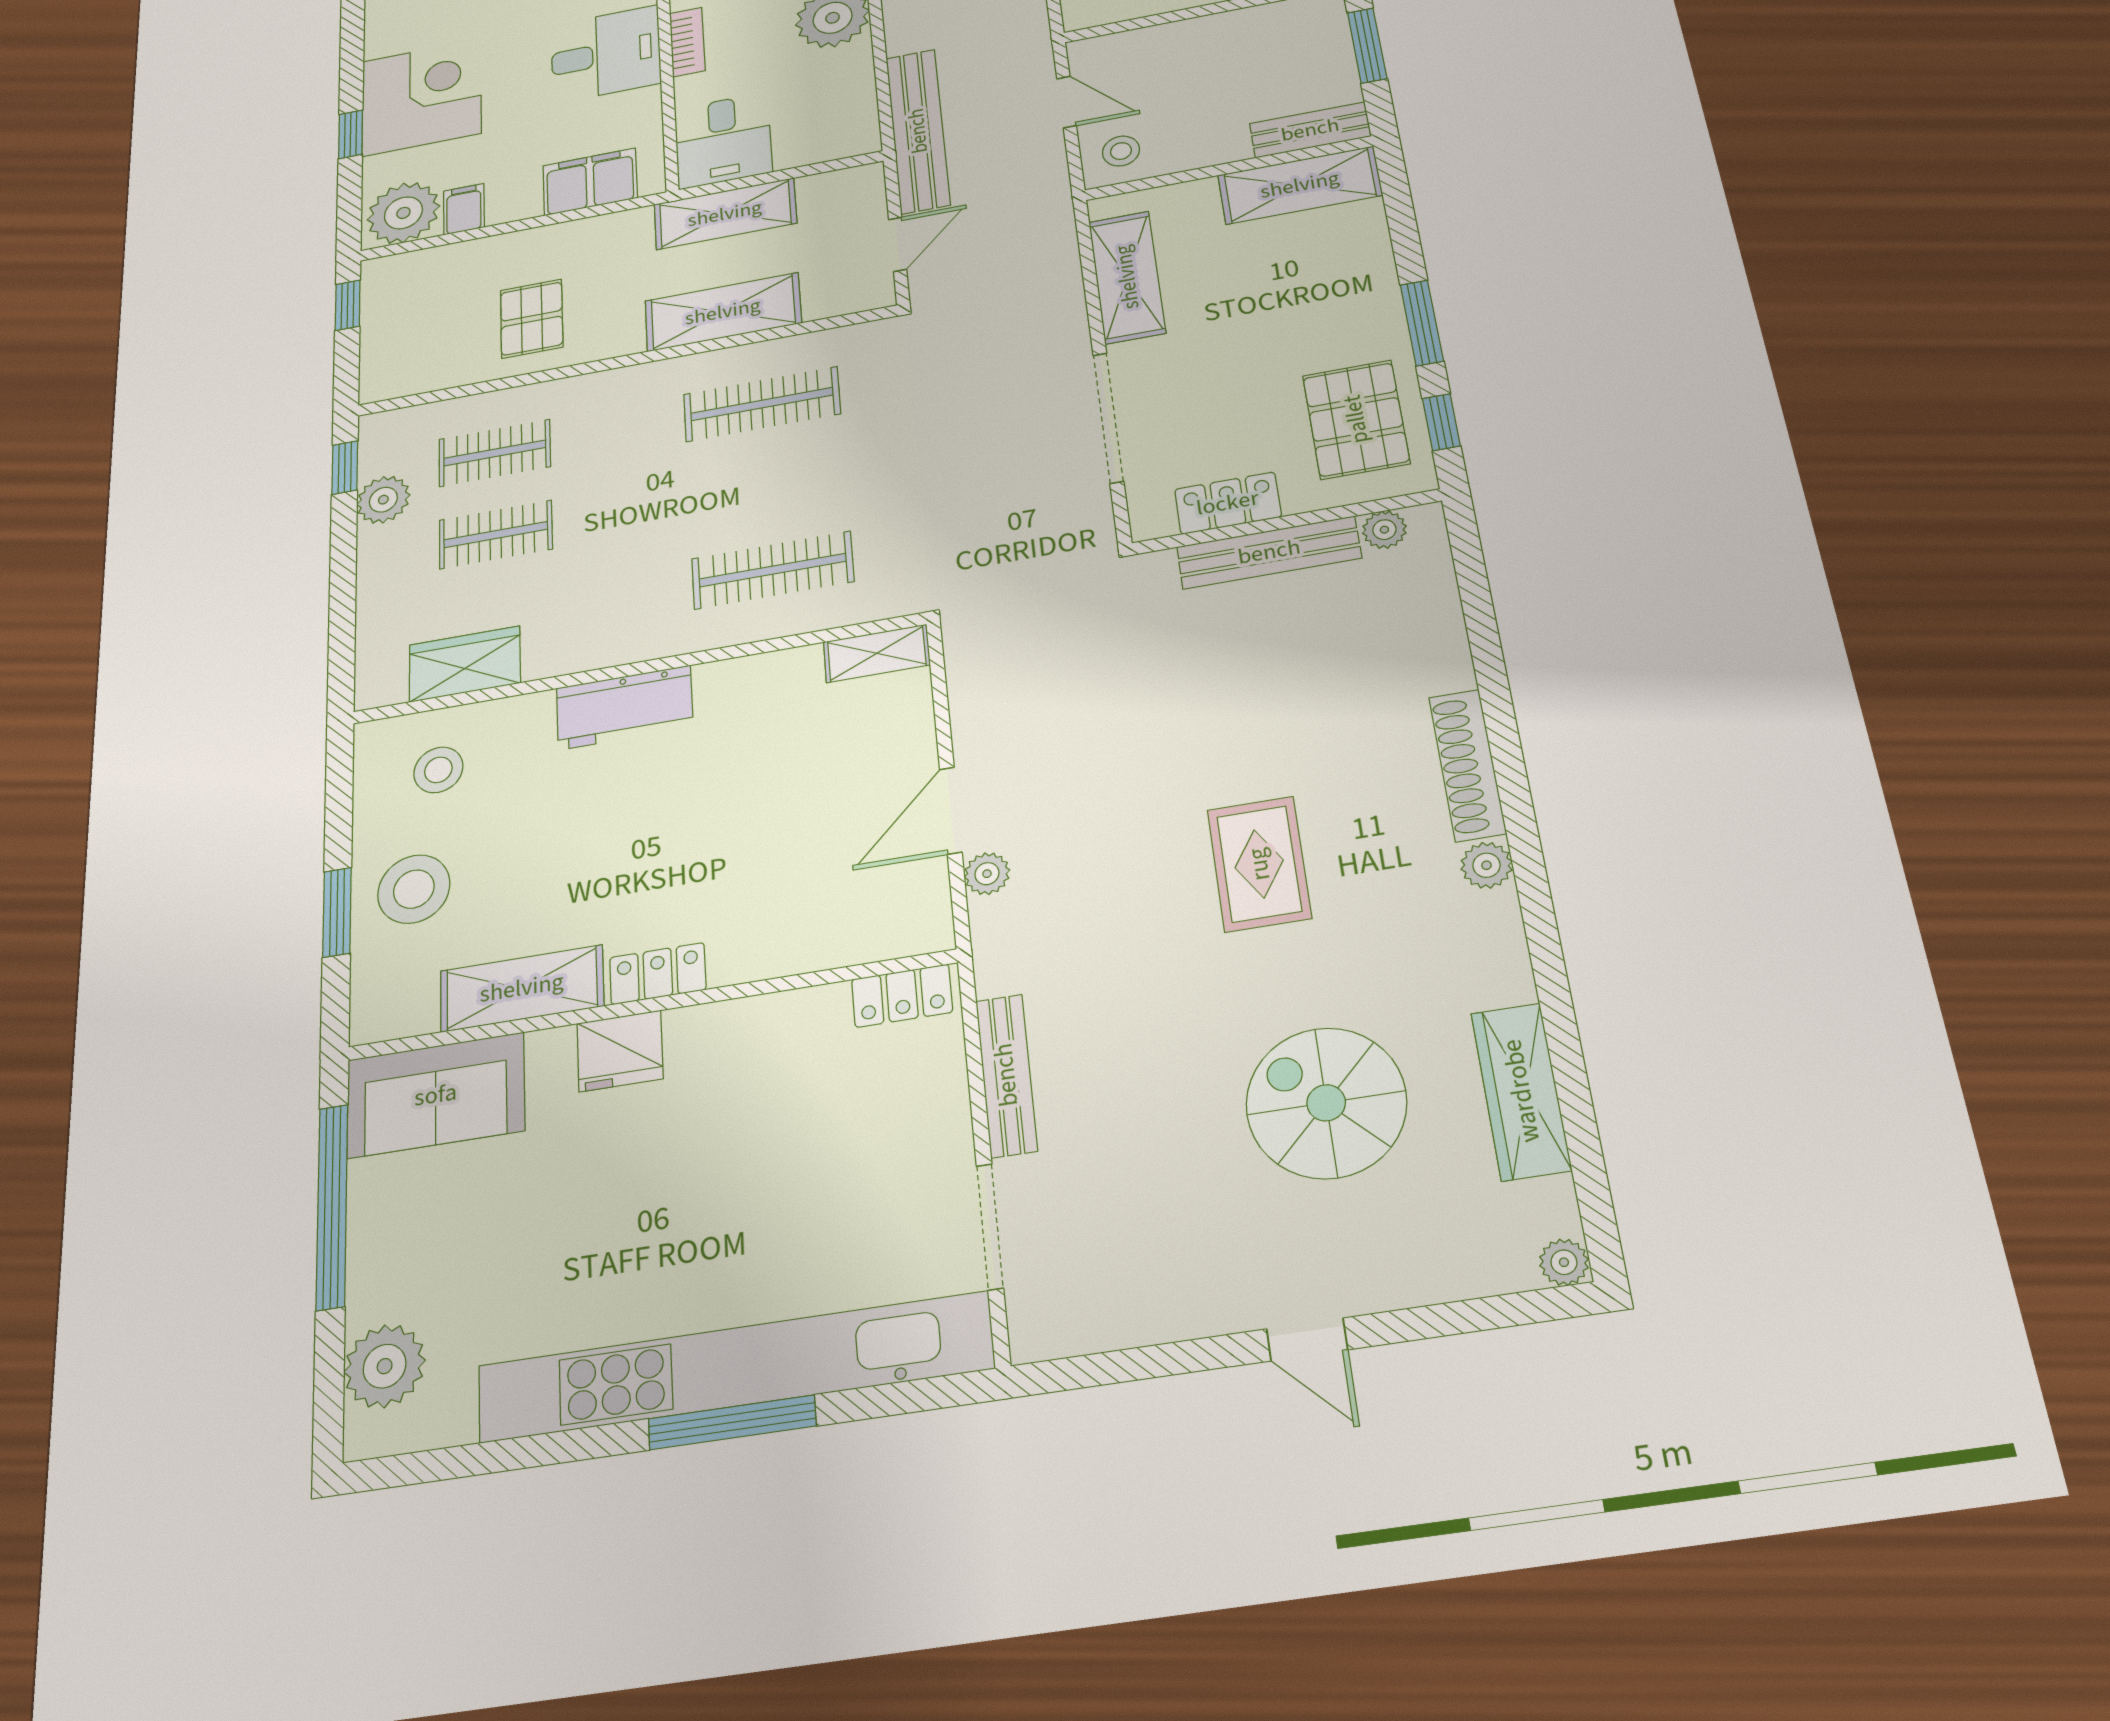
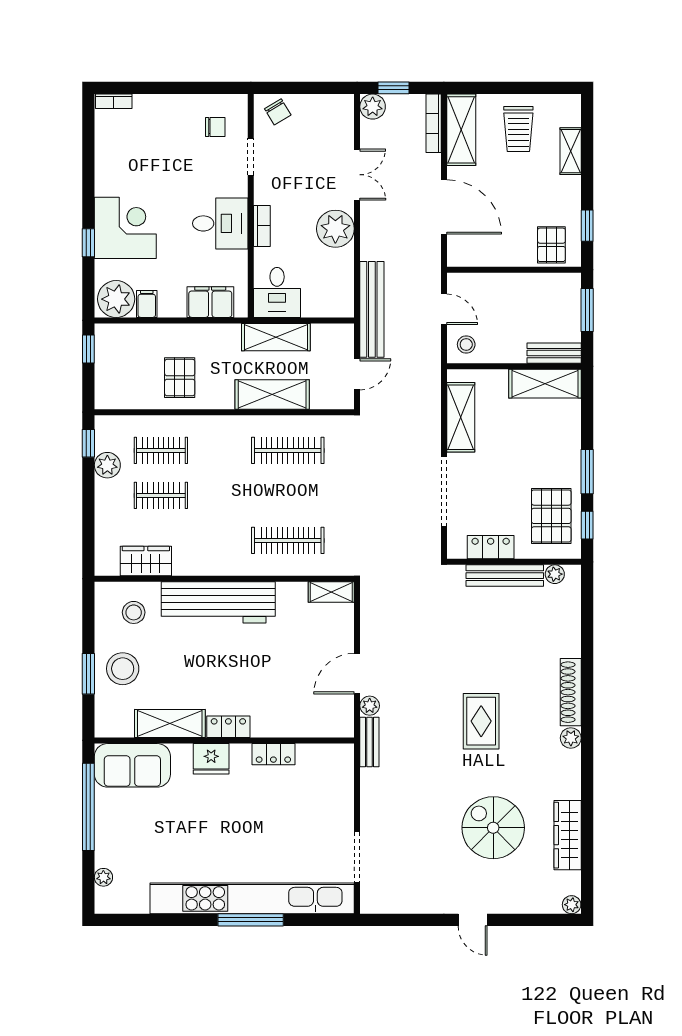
workbench: (624, 708) -> (218, 602), width x1.87, depth x1.32
locker: (902, 996) -> (273, 754), moved
bench: (1006, 1075) -> (369, 742), moved, width x0.73
plant: (385, 1366) -> (103, 877), width x0.53, depth x0.53

